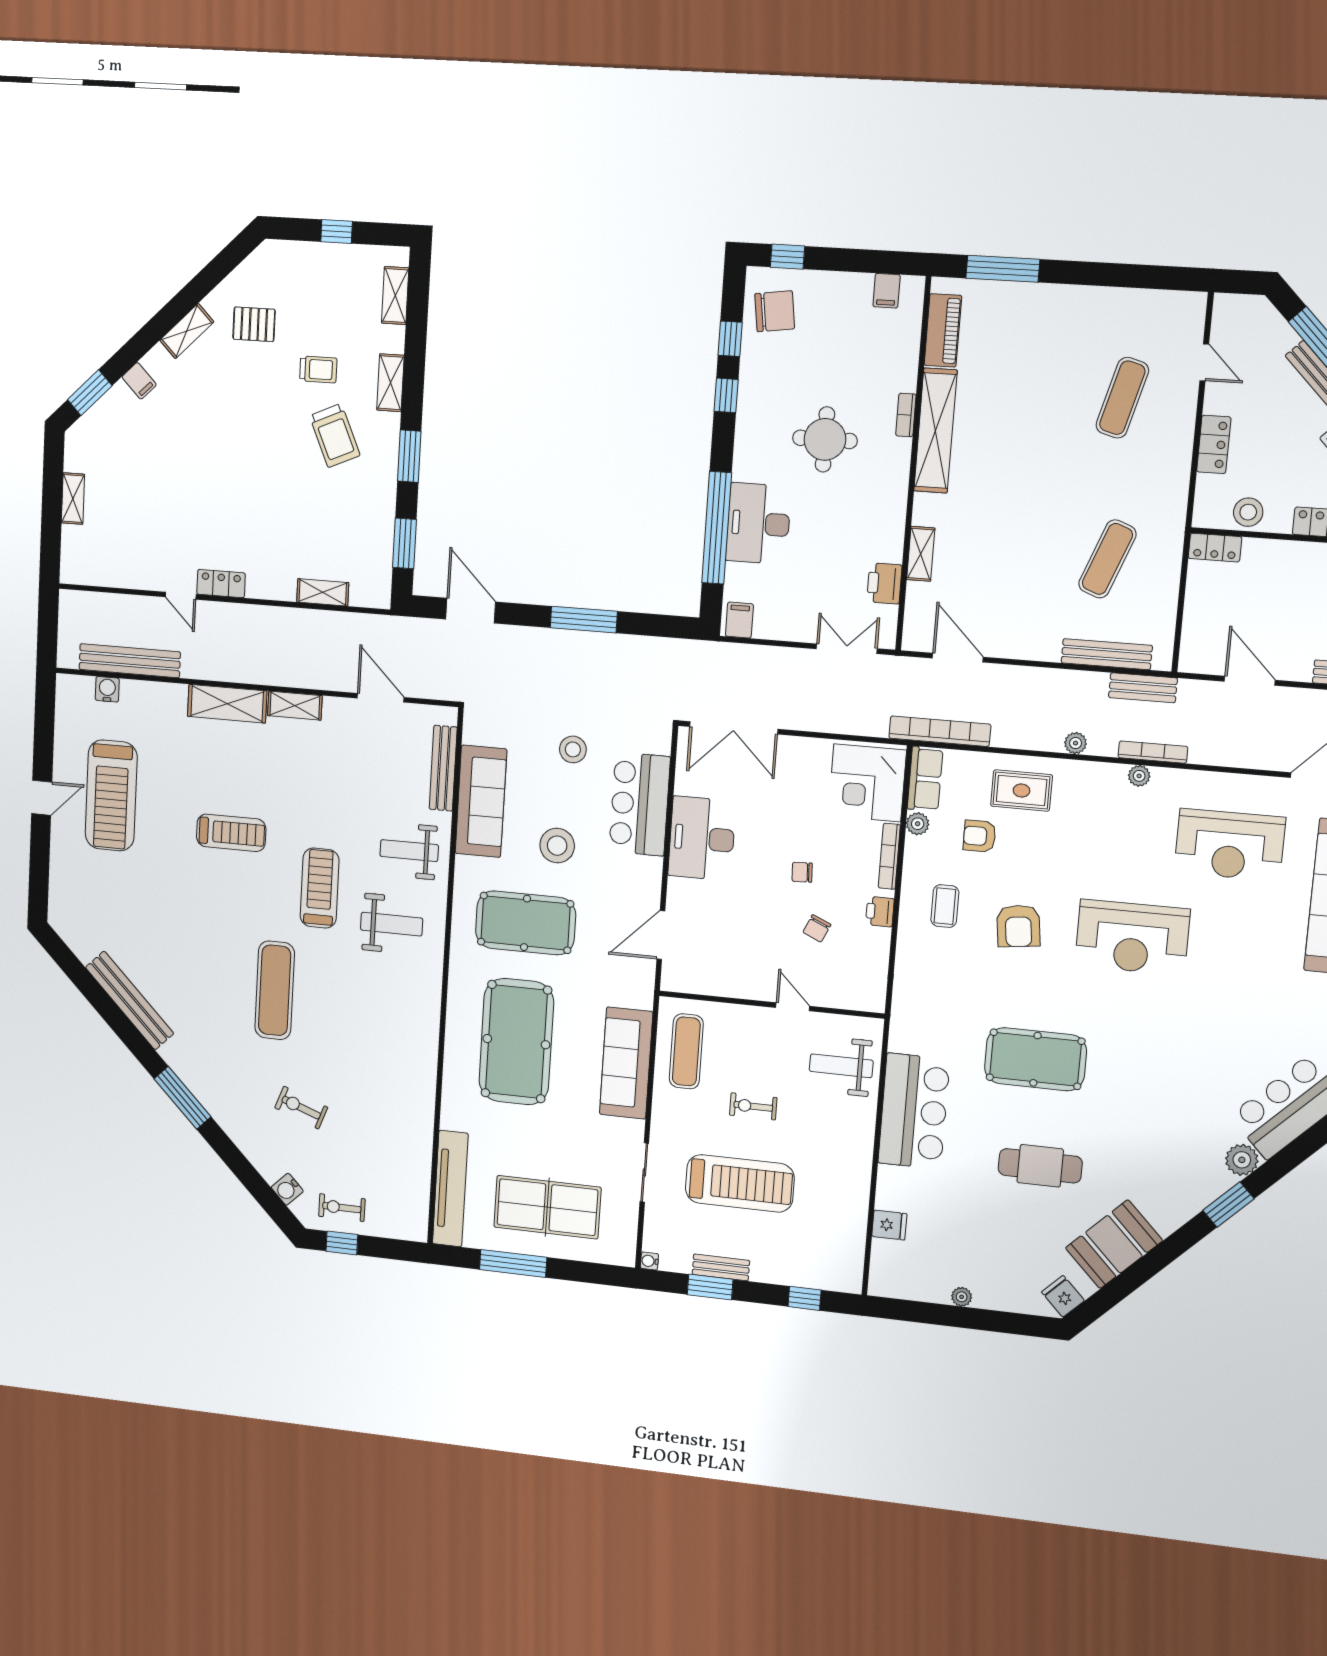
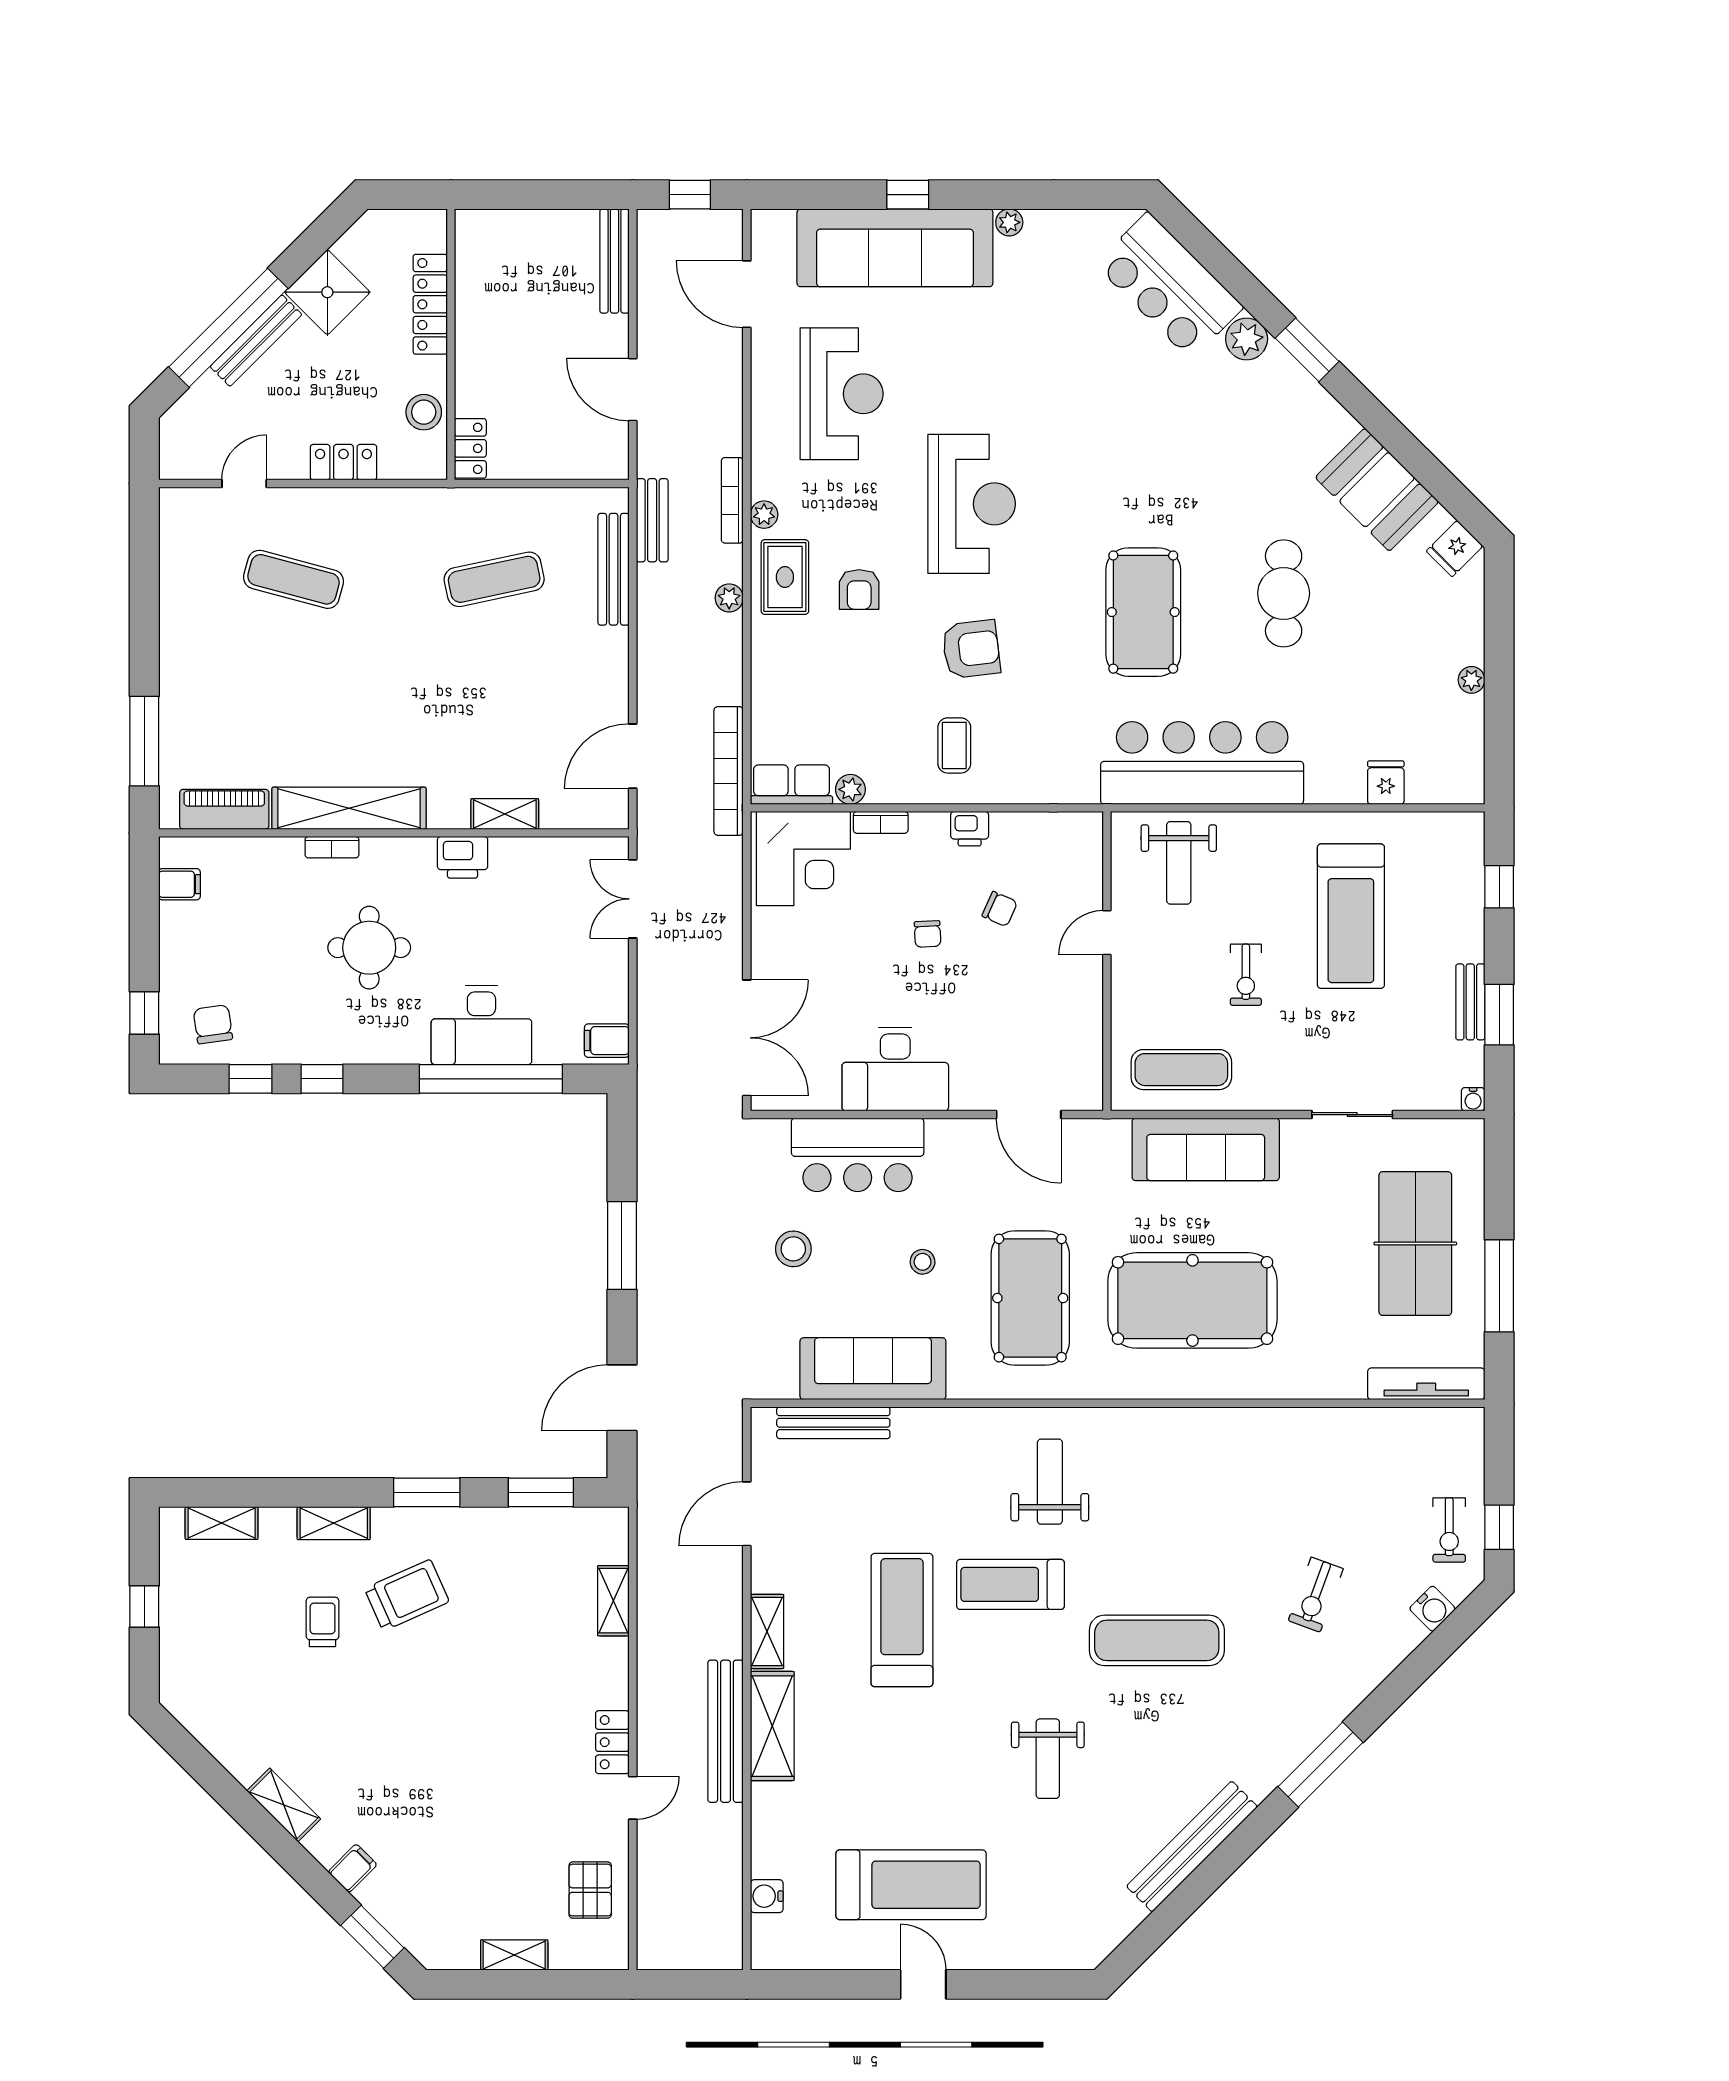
chair: (775, 311) -> (213, 1024), width x0.73, depth x0.73
pallet: (254, 324) -> (590, 1890), moved
exercise mat: (1107, 559) -> (494, 579), turned -33
printer: (884, 583) -> (463, 857), moved
bench: (130, 661) -> (726, 1731), moved
door: (1250, 681) -> (633, 390), hinge flipped
rug: (1021, 790) -> (785, 577), moved
treadmill: (231, 833) -> (902, 1620), moved, width x1.37, depth x1.38
armchair: (980, 836) -> (859, 590), moved
stool: (557, 846) -> (923, 1262), width x0.53, depth x0.53
weight bench: (409, 851) -> (1048, 1759), moved
bookcase: (889, 856) -> (881, 822), width x0.64
coffee table: (945, 906) -> (954, 745), turned 90
bar counter: (914, 1111) -> (1202, 763), width x1.36
treadmill: (740, 1183) -> (1351, 916), moved, turned 180
tv unit: (450, 1189) -> (1426, 1384), width x0.73, depth x0.78

